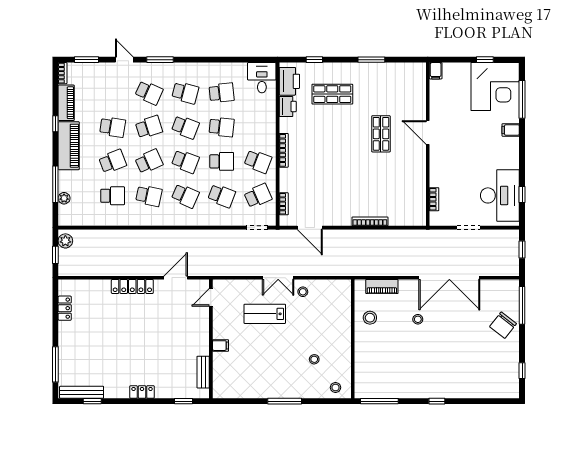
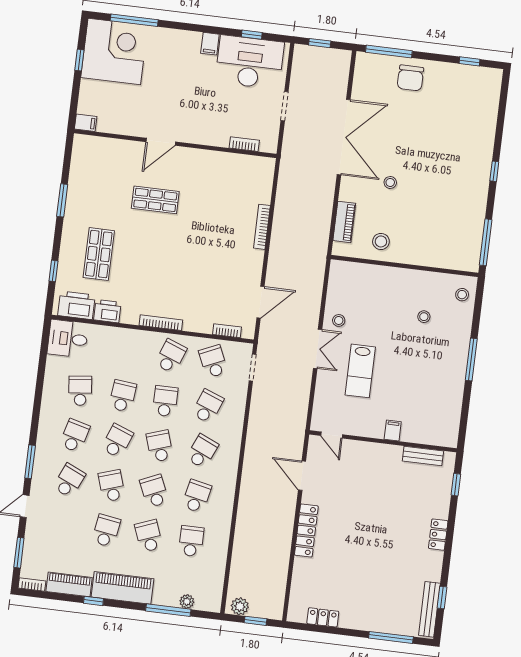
filing cabinet: (511, 130) -> (210, 44), moved
school desk: (185, 161) -> (160, 446), turned -39
chair: (503, 325) -> (410, 78), turned 52

